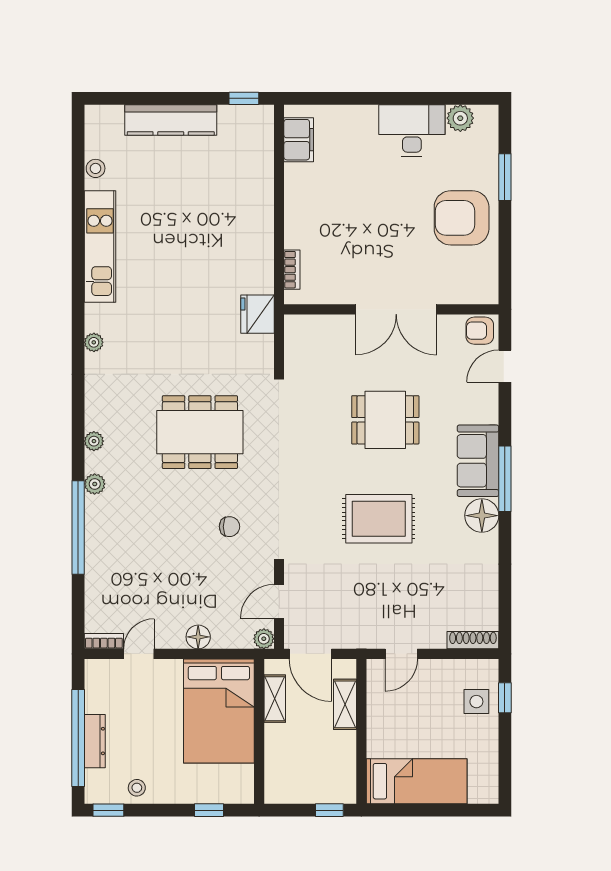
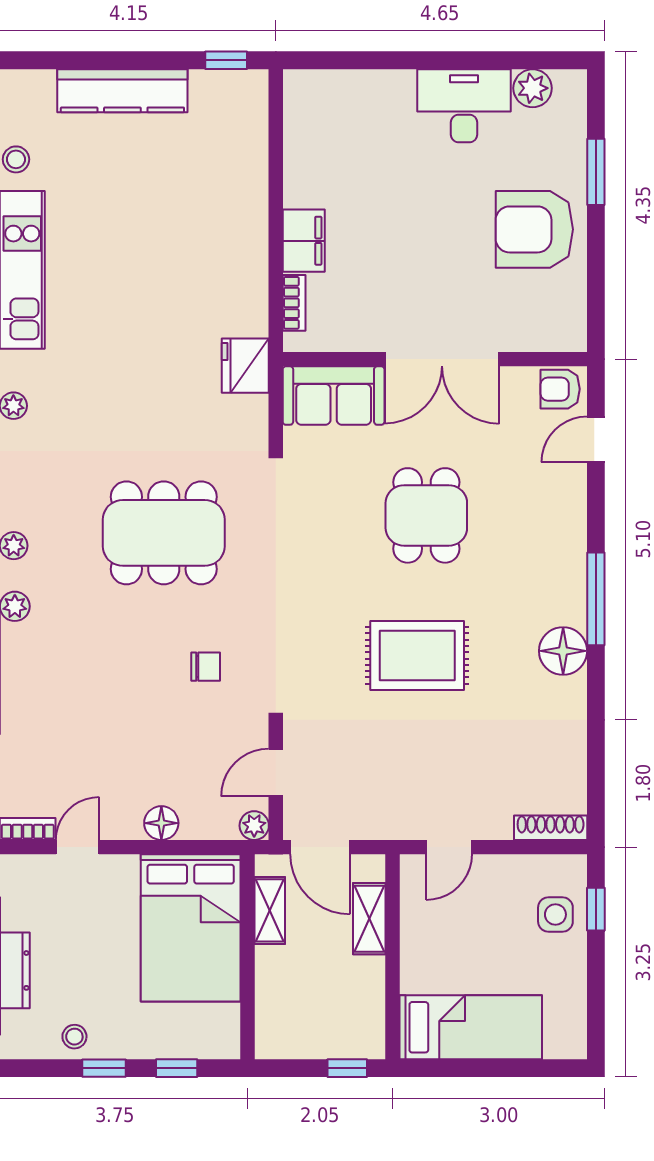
filing cabinet: (299, 140) -> (304, 241), moved
dining table: (385, 420) -> (426, 515), turned 90
sofa: (478, 461) -> (334, 396), moved, turned -90
window: (108, 810) -> (104, 1068), moved

